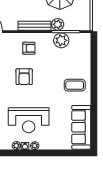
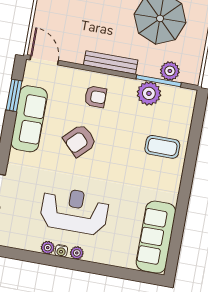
plant: (58, 24) -> (170, 71), moved
armchair: (24, 77) -> (80, 141), turned 45
coffee table: (75, 85) -> (162, 147), moved
reception desk: (29, 120) -> (74, 211), turned 180

